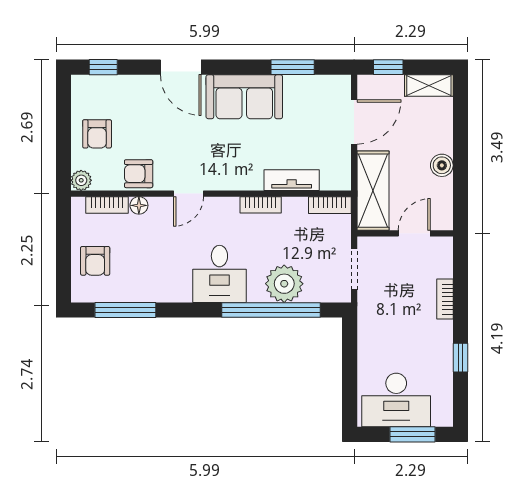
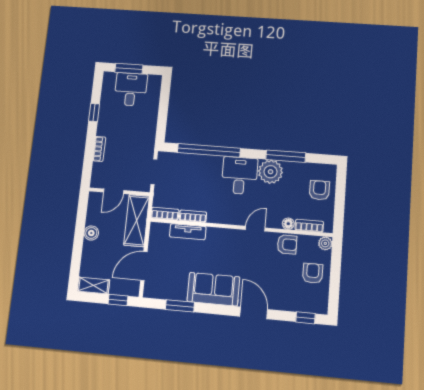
bookcase: (261, 205) -> (193, 216), moved
plant: (284, 284) -> (271, 172), moved
window: (125, 310) -> (286, 156), moved
desk: (396, 400) -> (131, 89), width x0.73

